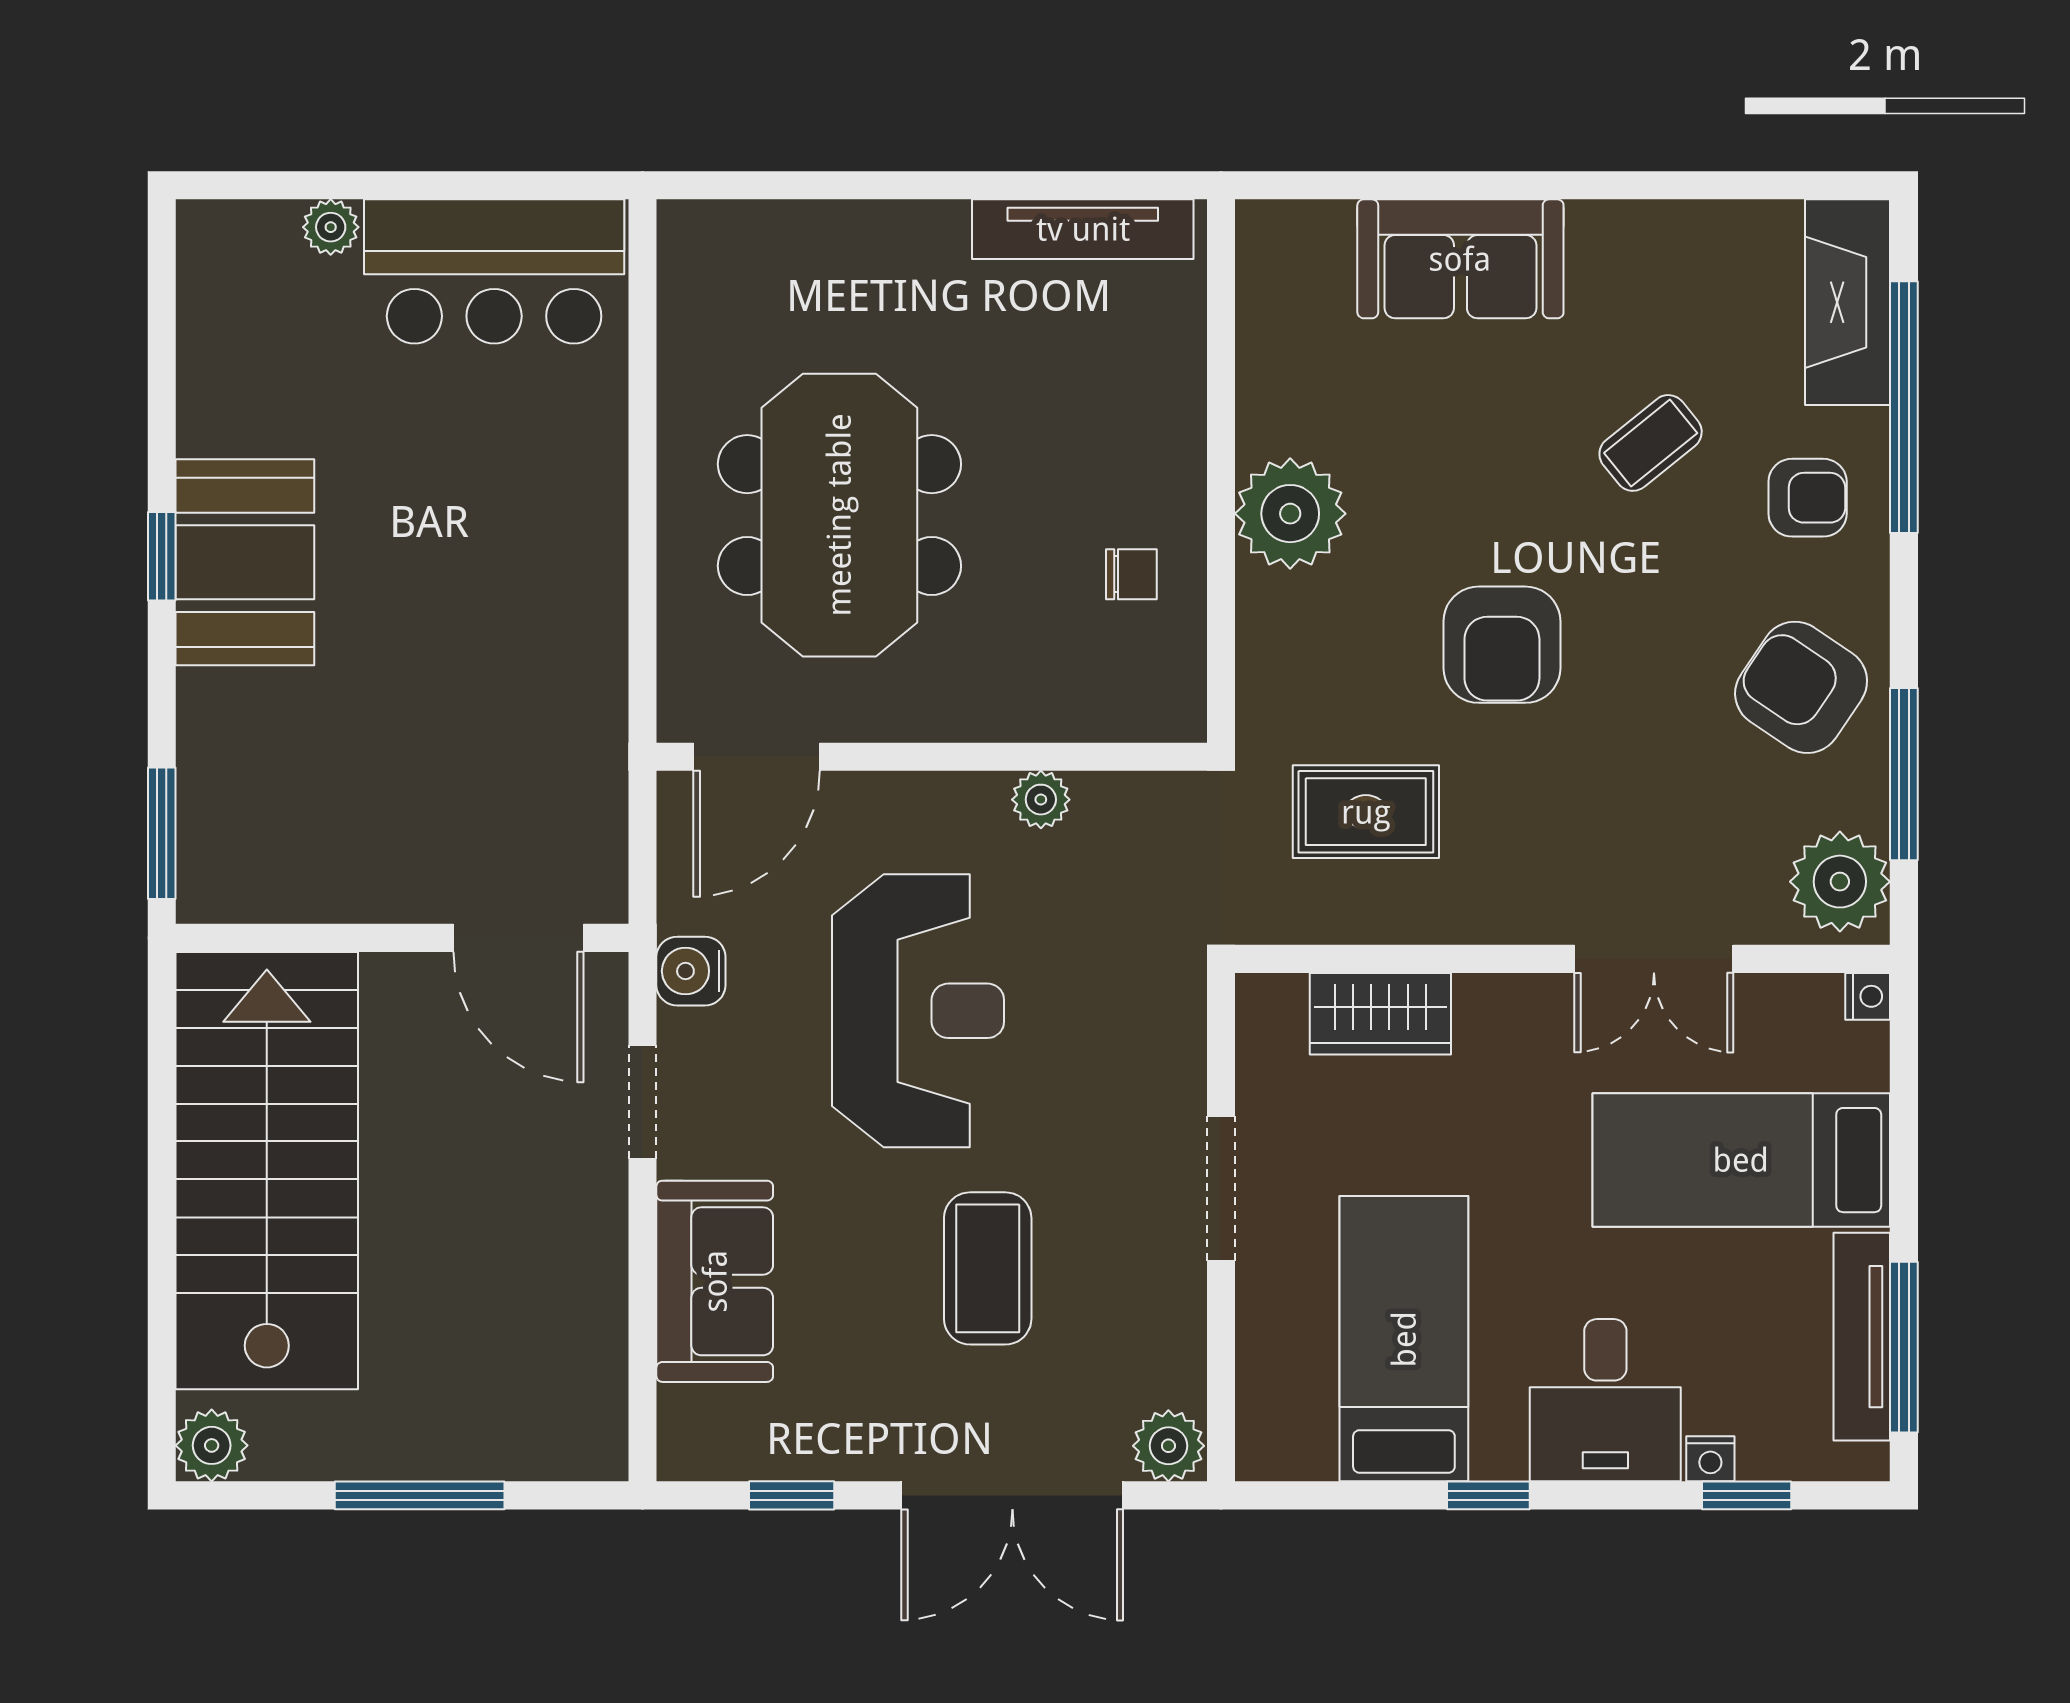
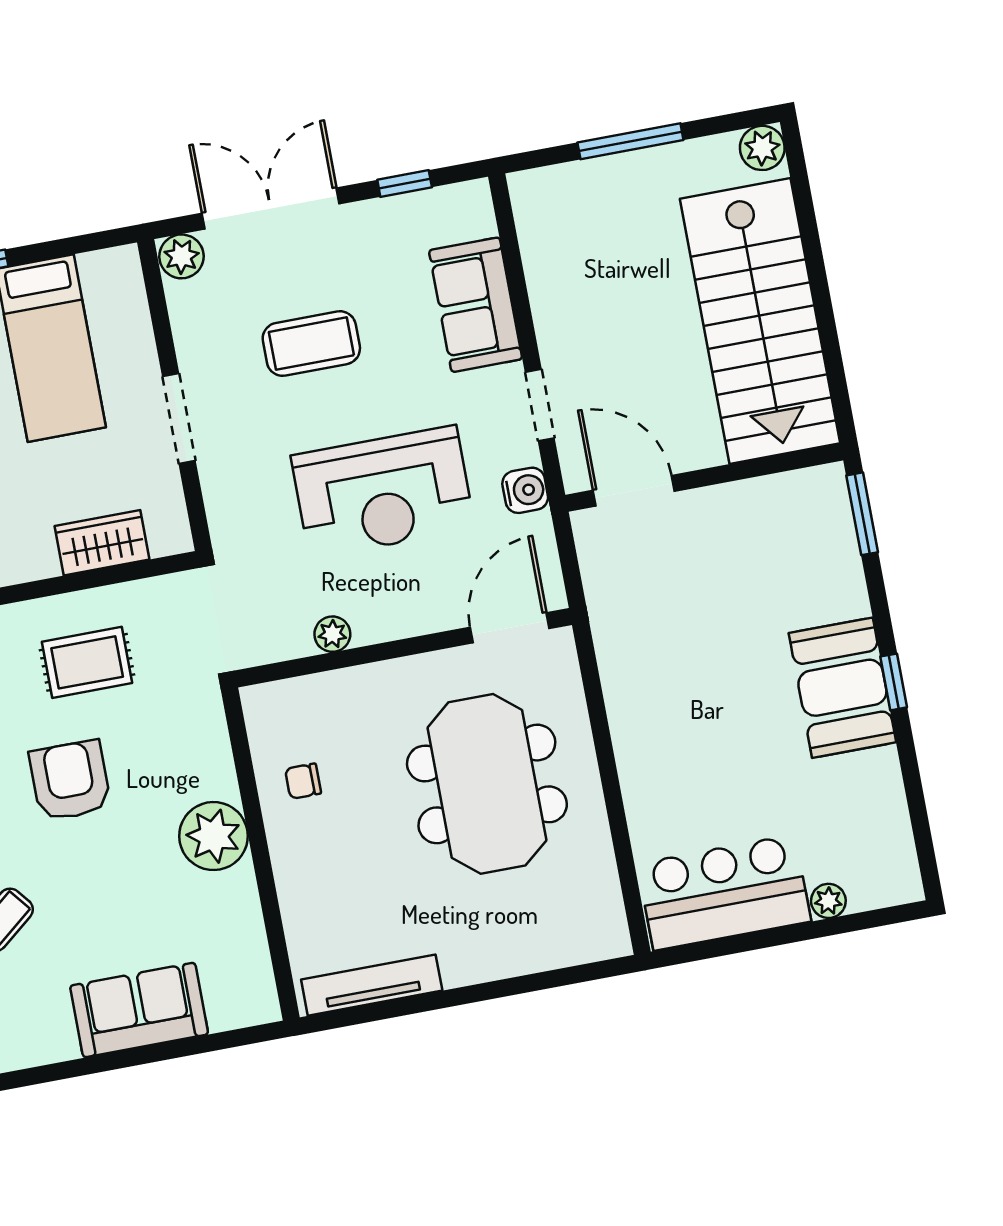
rug: (1366, 812) -> (87, 662), moved
reception desk: (918, 1011) -> (383, 492), turned -90
coffee table: (988, 1268) -> (311, 344), turned 90

